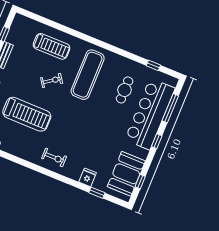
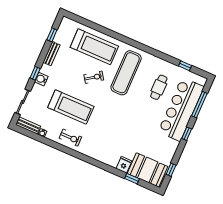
treadmill: (52, 46) -> (94, 47), width x1.37, depth x1.38
exercise bike: (54, 157) -> (70, 138), moved
booth: (126, 174) -> (148, 170), moved, turned 90

